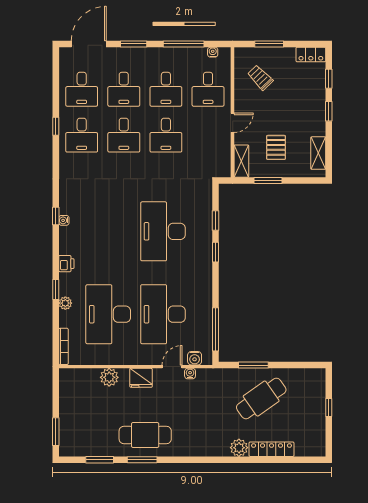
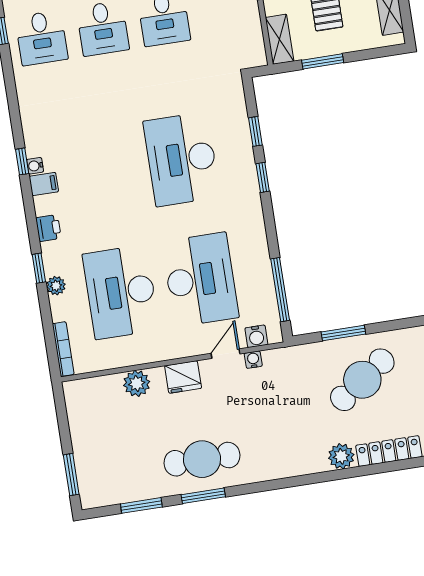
filing cabinet: (68, 234) -> (44, 184), added
desk: (163, 314) -> (200, 280), turned 180

